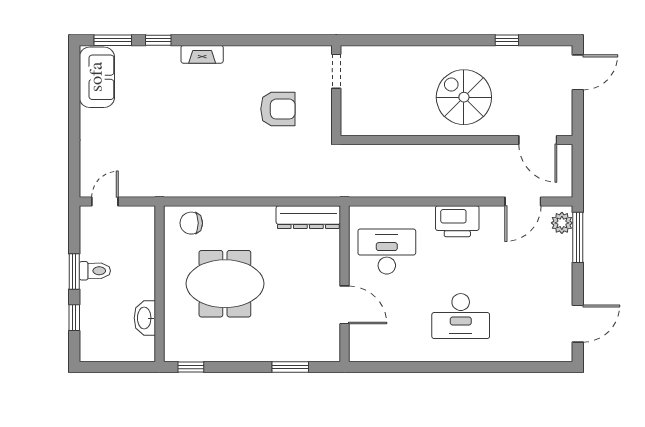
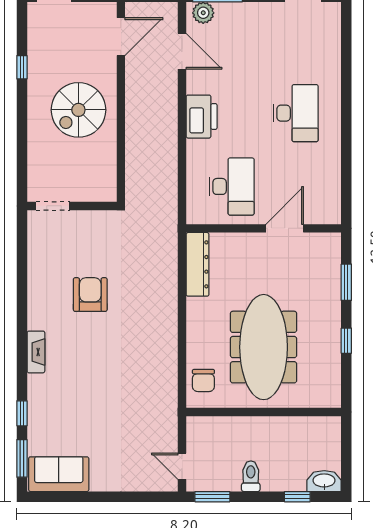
fireplace: (202, 54) -> (36, 352), moved
doorway: (336, 71) -> (53, 206), moved
wall: (336, 91) -> (72, 206), moved
desk: (387, 252) -> (232, 186), turned 180
window: (74, 271) -> (212, 497), moved
meeting table: (225, 284) -> (264, 347), width x1.36
washbasin: (145, 318) -> (324, 481), moved, turned 180
window: (191, 367) -> (346, 341), moved

